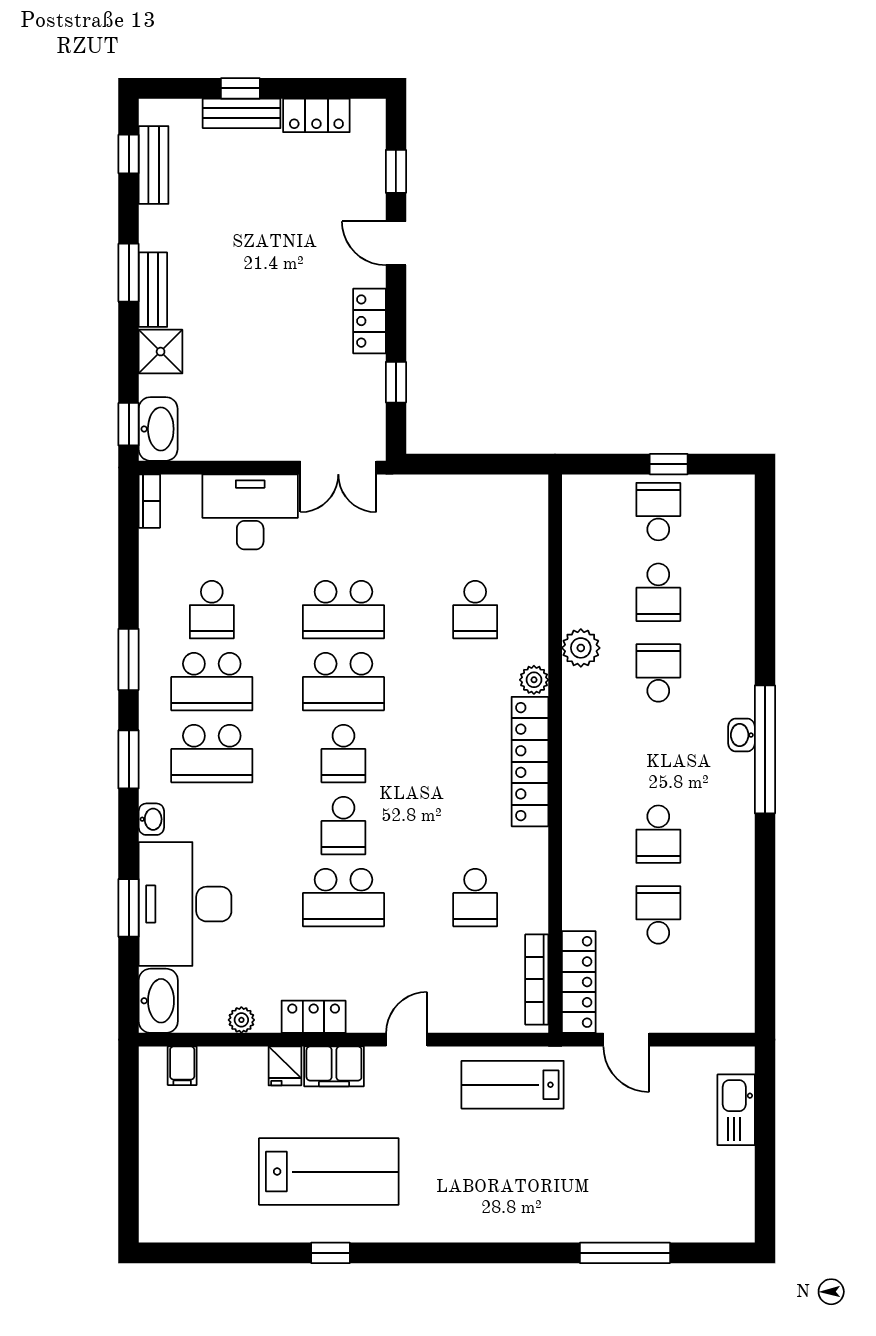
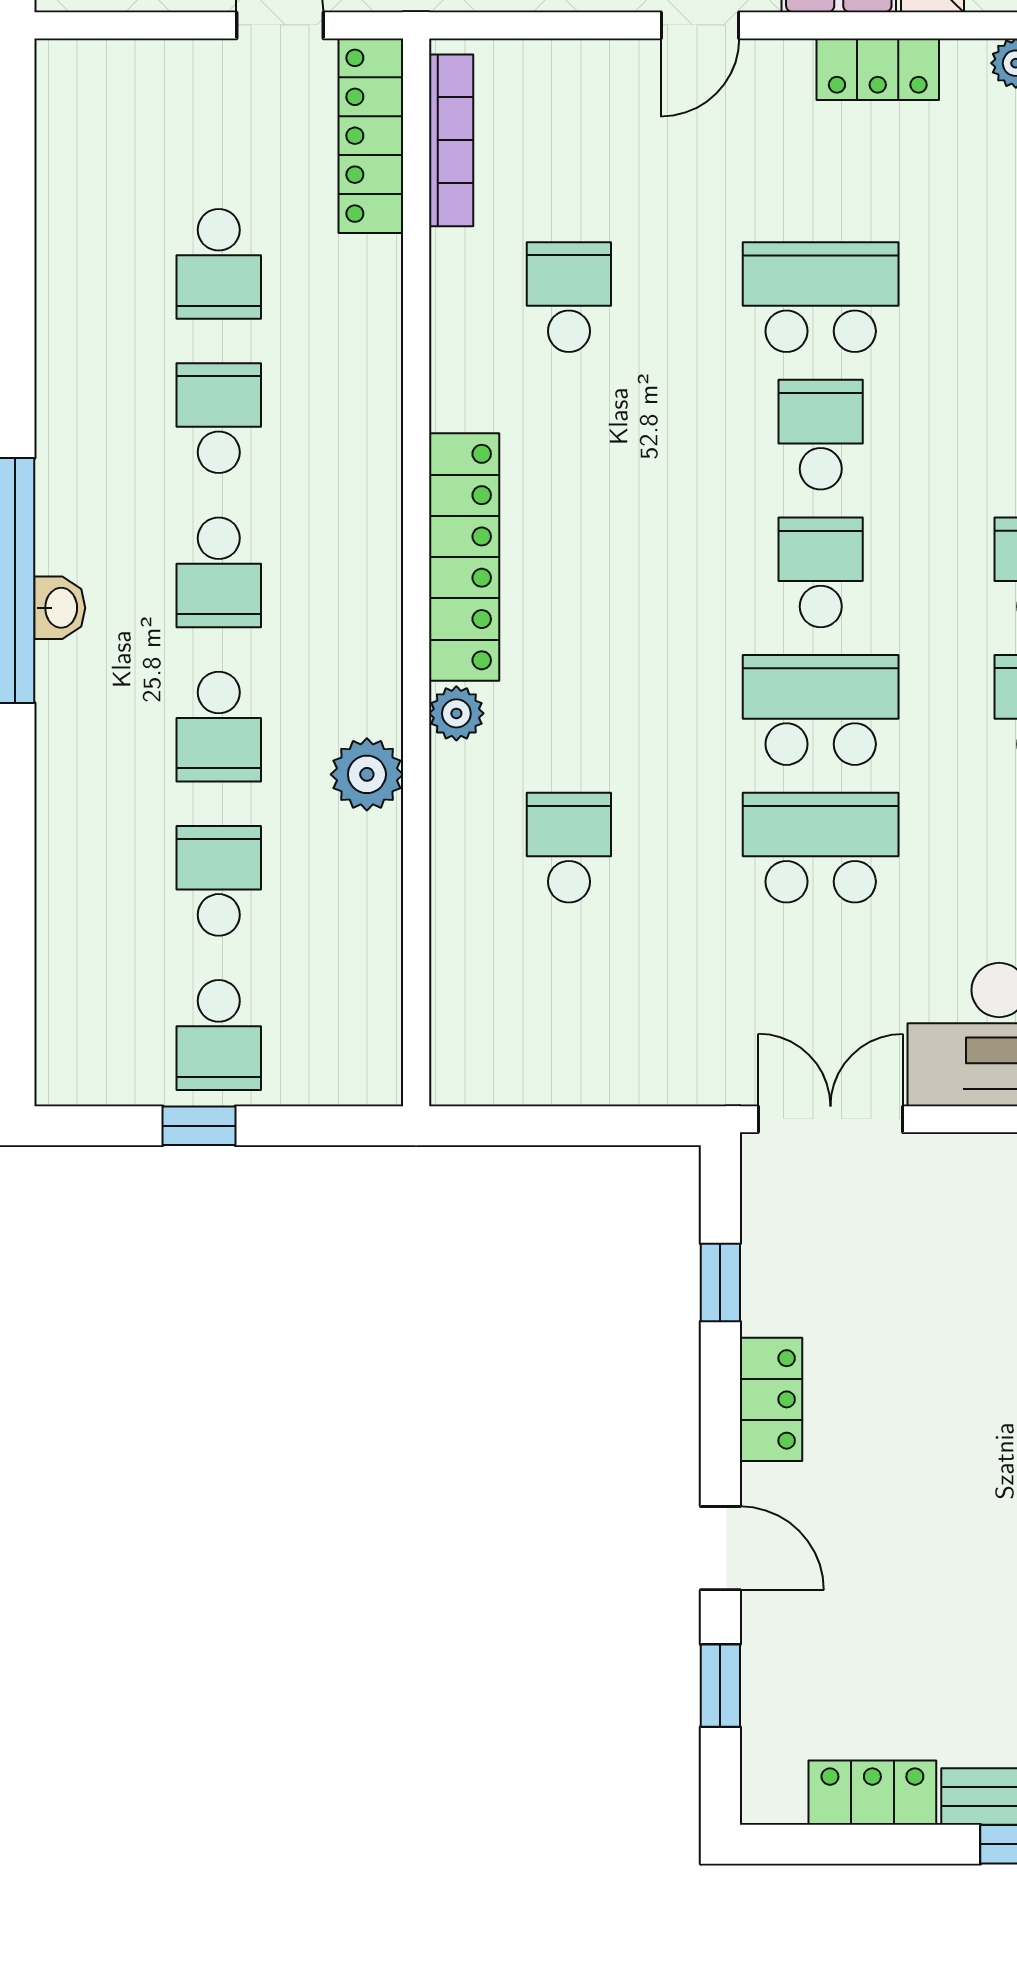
school desk: (658, 754) -> (219, 572), added

